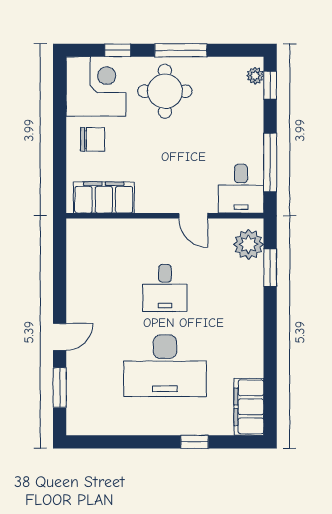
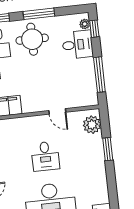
desk: (241, 189) -> (77, 45), moved, turned -90
window: (270, 268) -> (108, 149), moved

